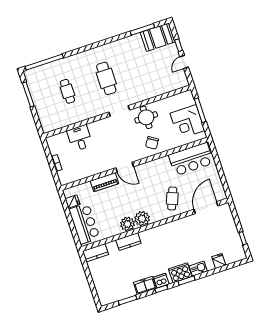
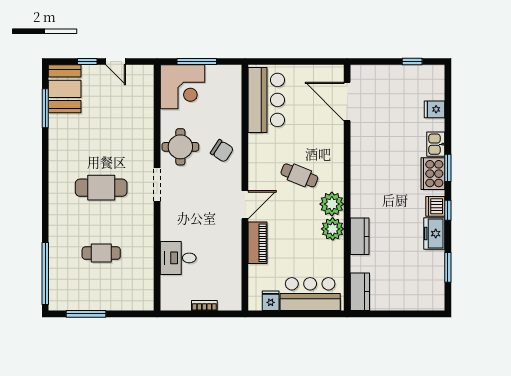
corner desk: (187, 122) -> (182, 87), moved
cafe table: (172, 198) -> (299, 175), moved

